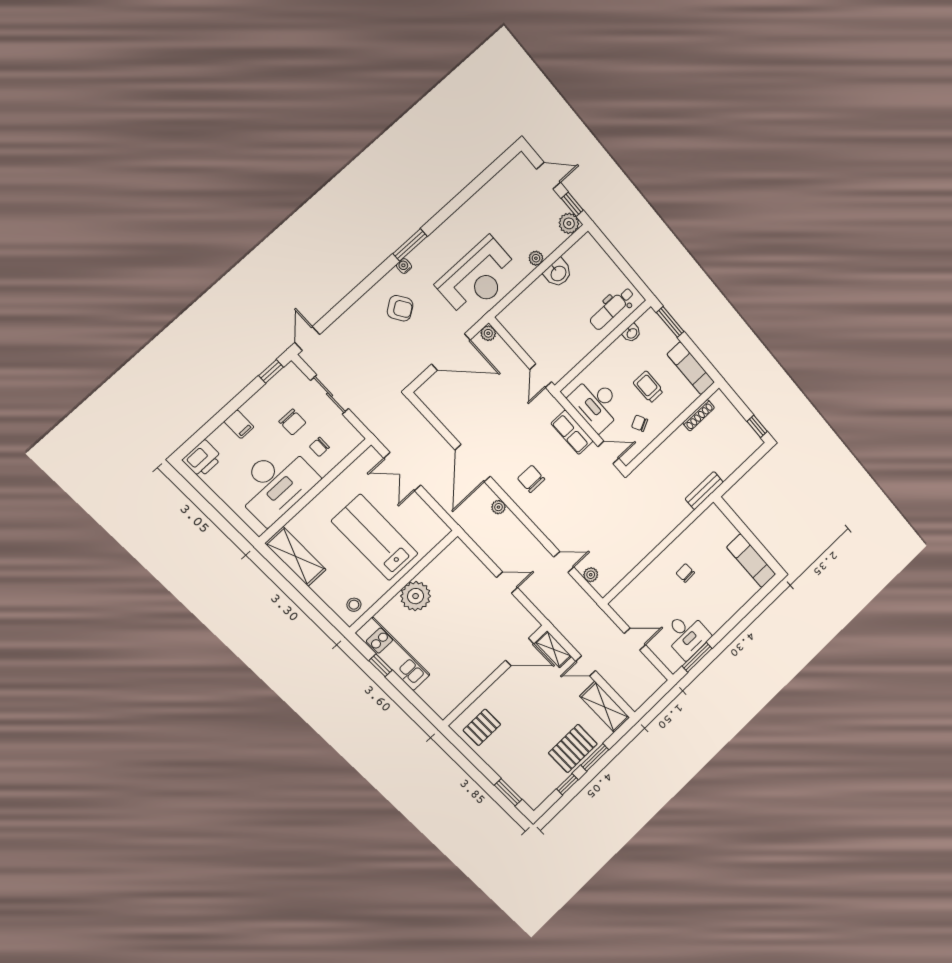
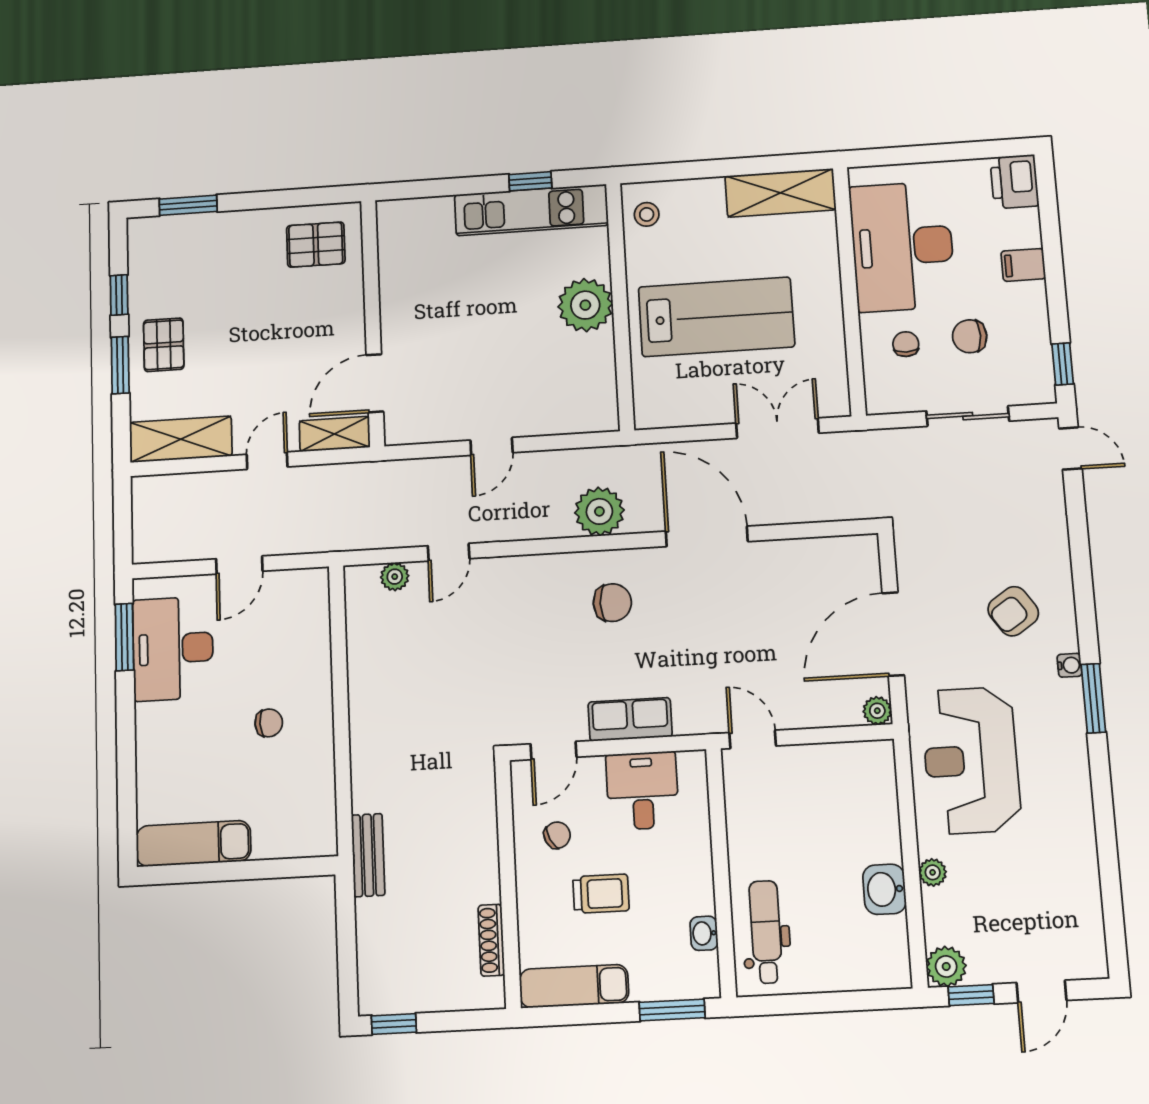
desk: (596, 404) -> (642, 791), width x0.73
plant: (498, 507) -> (599, 511), width x1.88, depth x1.88
desk: (687, 635) -> (173, 648), width x1.37
pallet: (482, 727) -> (316, 245), turned 90
pallet: (573, 748) -> (164, 345), width x0.67, depth x0.71

